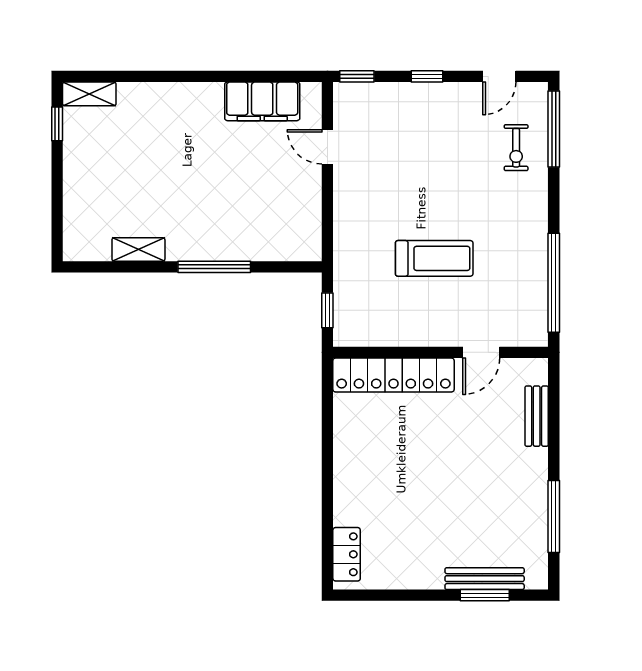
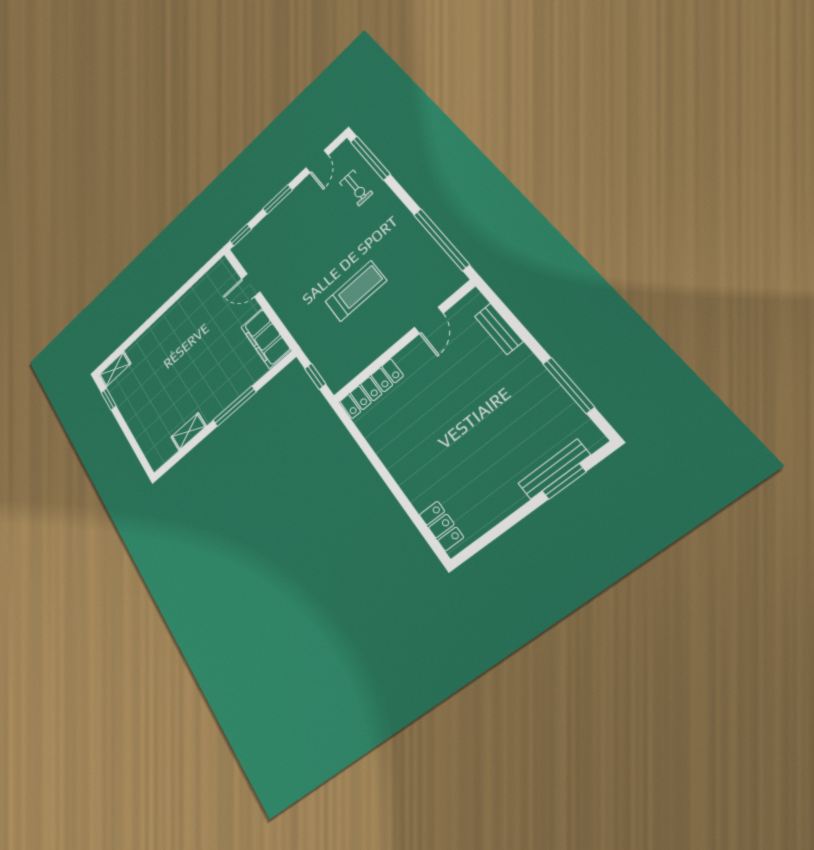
window: (427, 76) -> (278, 199), width x1.50
filing cabinet: (262, 101) -> (266, 338), moved, turned 90
locker: (394, 375) -> (371, 389), width x0.71, depth x0.83

